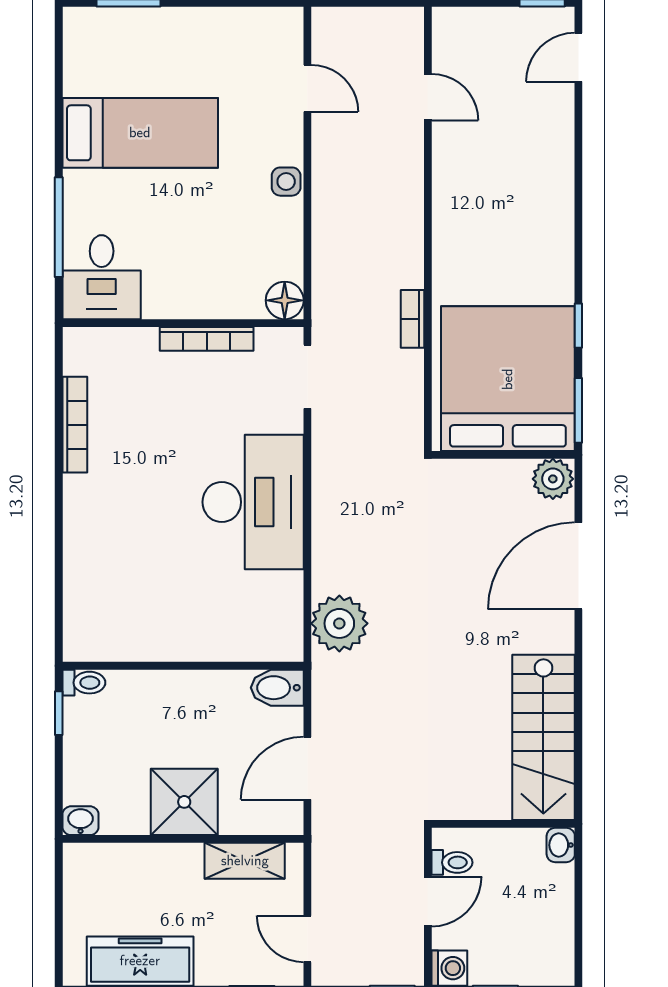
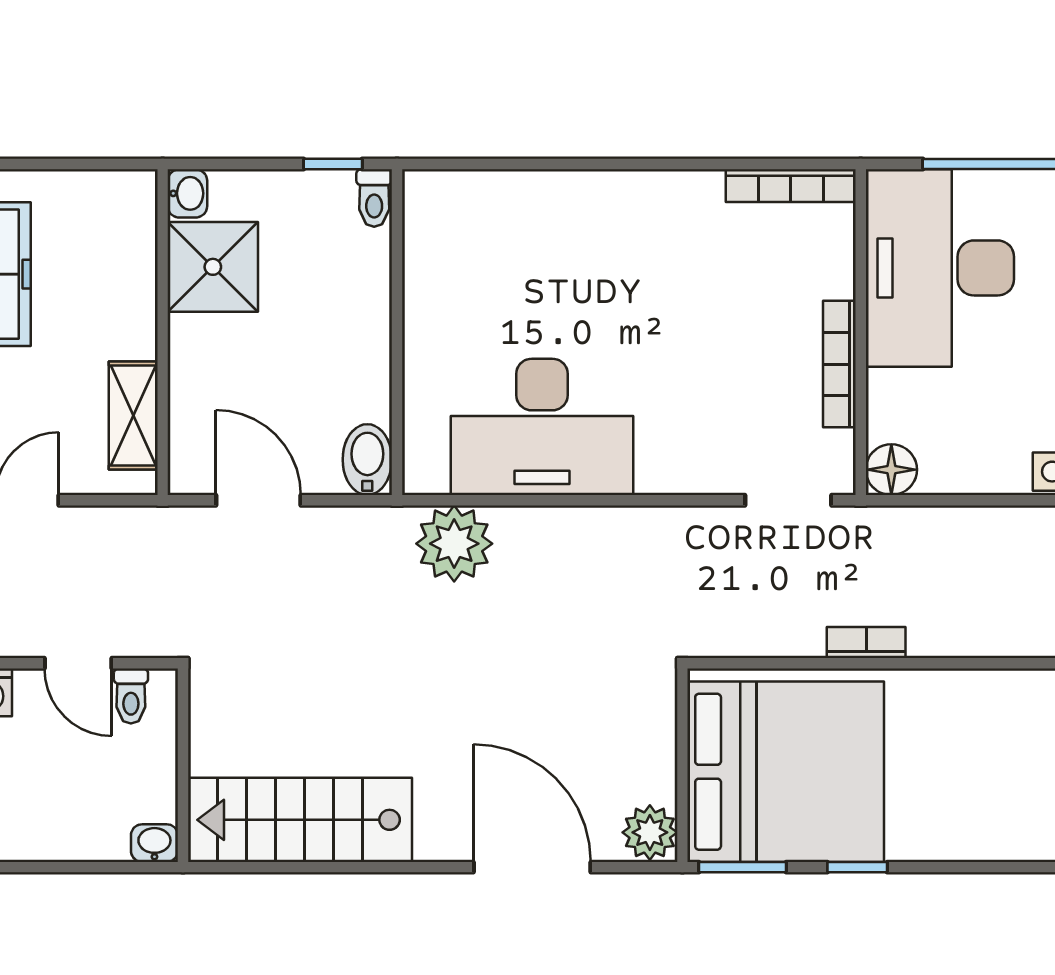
desk: (102, 277) -> (940, 268), width x1.87, depth x1.30
bookcase: (75, 425) -> (791, 186), moved
desk: (253, 502) -> (542, 427), moved
shower: (184, 802) -> (213, 267), moved

